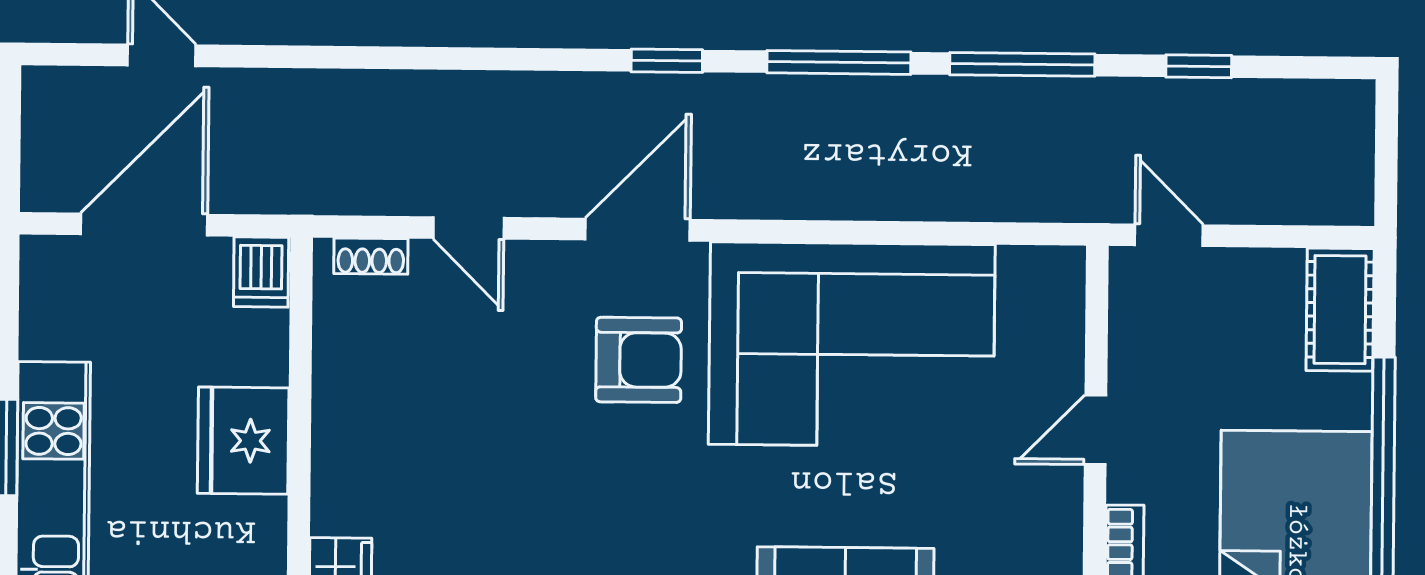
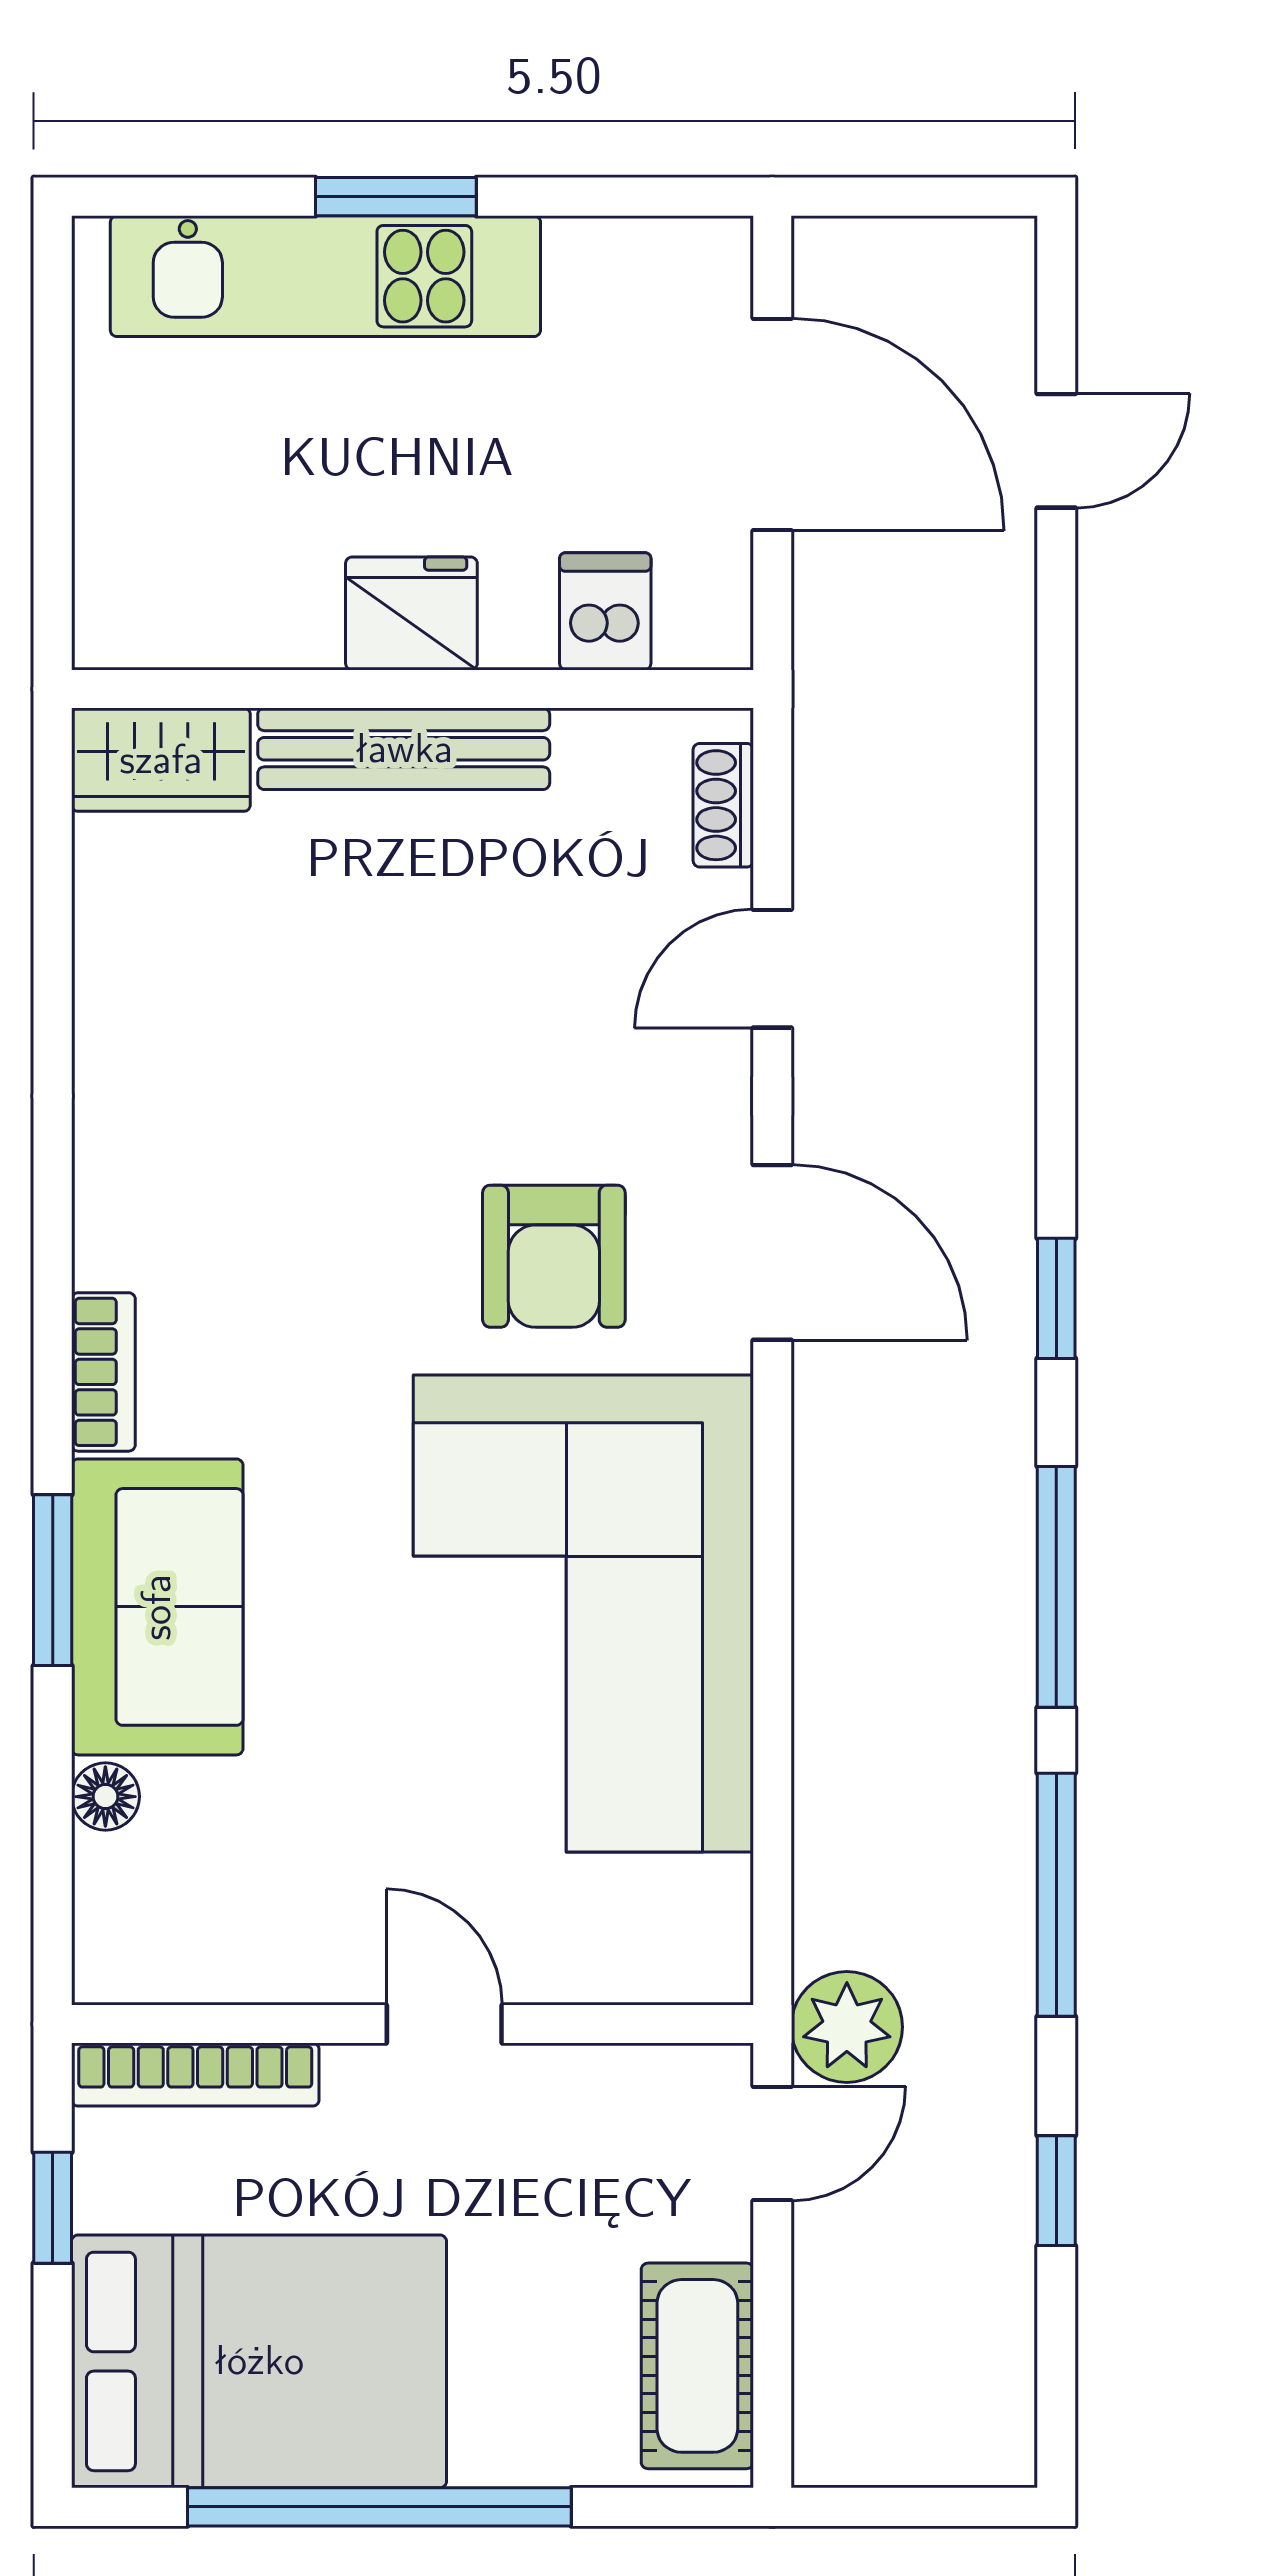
plant: (1100, 190) -> (847, 2027), added
dishwasher: (261, 272) -> (605, 611), moved, turned 90
cot: (1340, 310) -> (697, 2366), moved, turned 90
fridge: (243, 441) -> (411, 613), width x0.73, depth x0.75
bench: (335, 446) -> (404, 749), added

